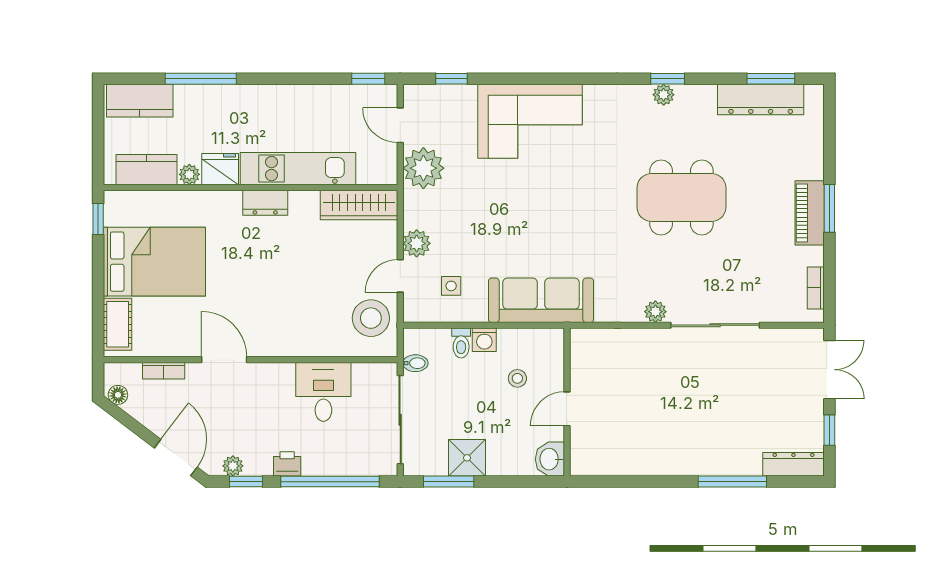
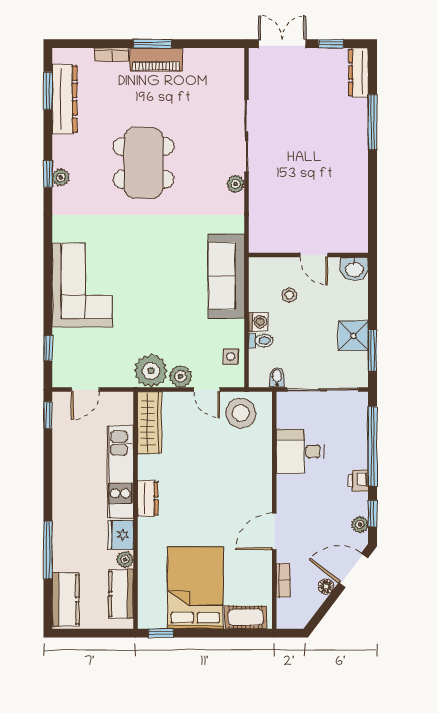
plant: (423, 168) -> (151, 371), moved
side table: (451, 286) -> (231, 356), moved
bookcase: (816, 288) -> (111, 55), moved
floor lamp: (118, 395) -> (326, 586), moved

